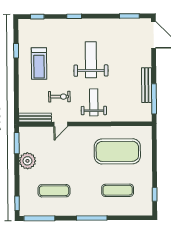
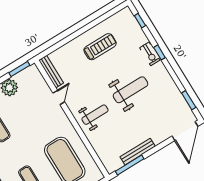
window: (16, 51) -> (99, 20), removed
treadmill: (39, 64) -> (100, 47), turned 180
exercise bike: (59, 97) -> (150, 54), moved
door: (61, 124) -> (59, 97), swing flipped

